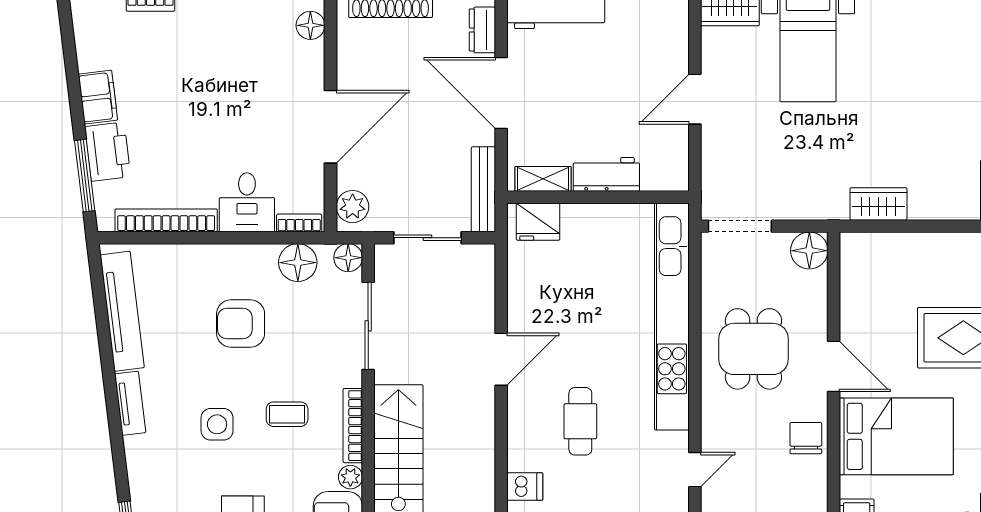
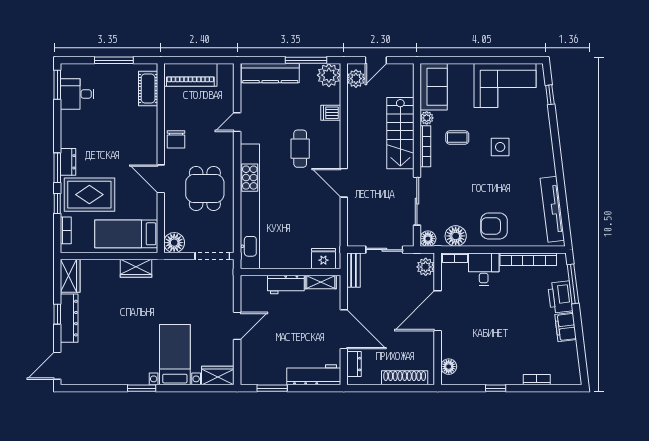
bench: (483, 189) -> (354, 270), width x0.73
armchair: (241, 324) -> (494, 226), moved, turned 180
door: (501, 359) -> (344, 183), hinge flipped
tv unit: (130, 403) -> (548, 159), removed
coffee table: (287, 414) -> (457, 138), moved
bed: (896, 436) -> (126, 234), moved, width x0.67

